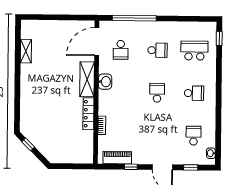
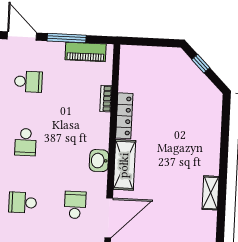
shelving: (26, 51) -> (211, 193), moved
school desk: (157, 135) -> (28, 82), added
window: (28, 144) -> (201, 64), moved
window: (131, 167) -> (67, 38), width x2.17

